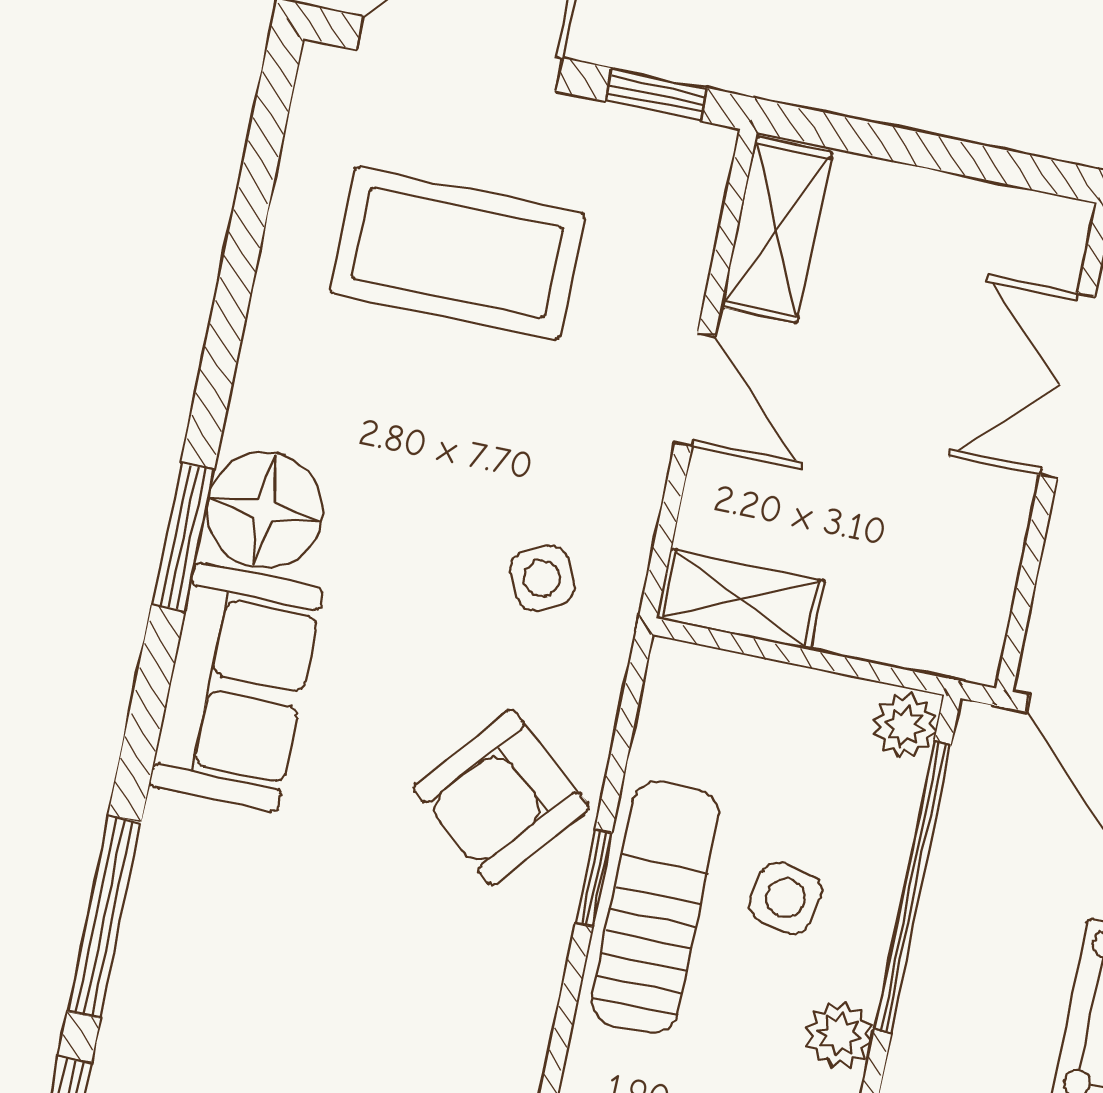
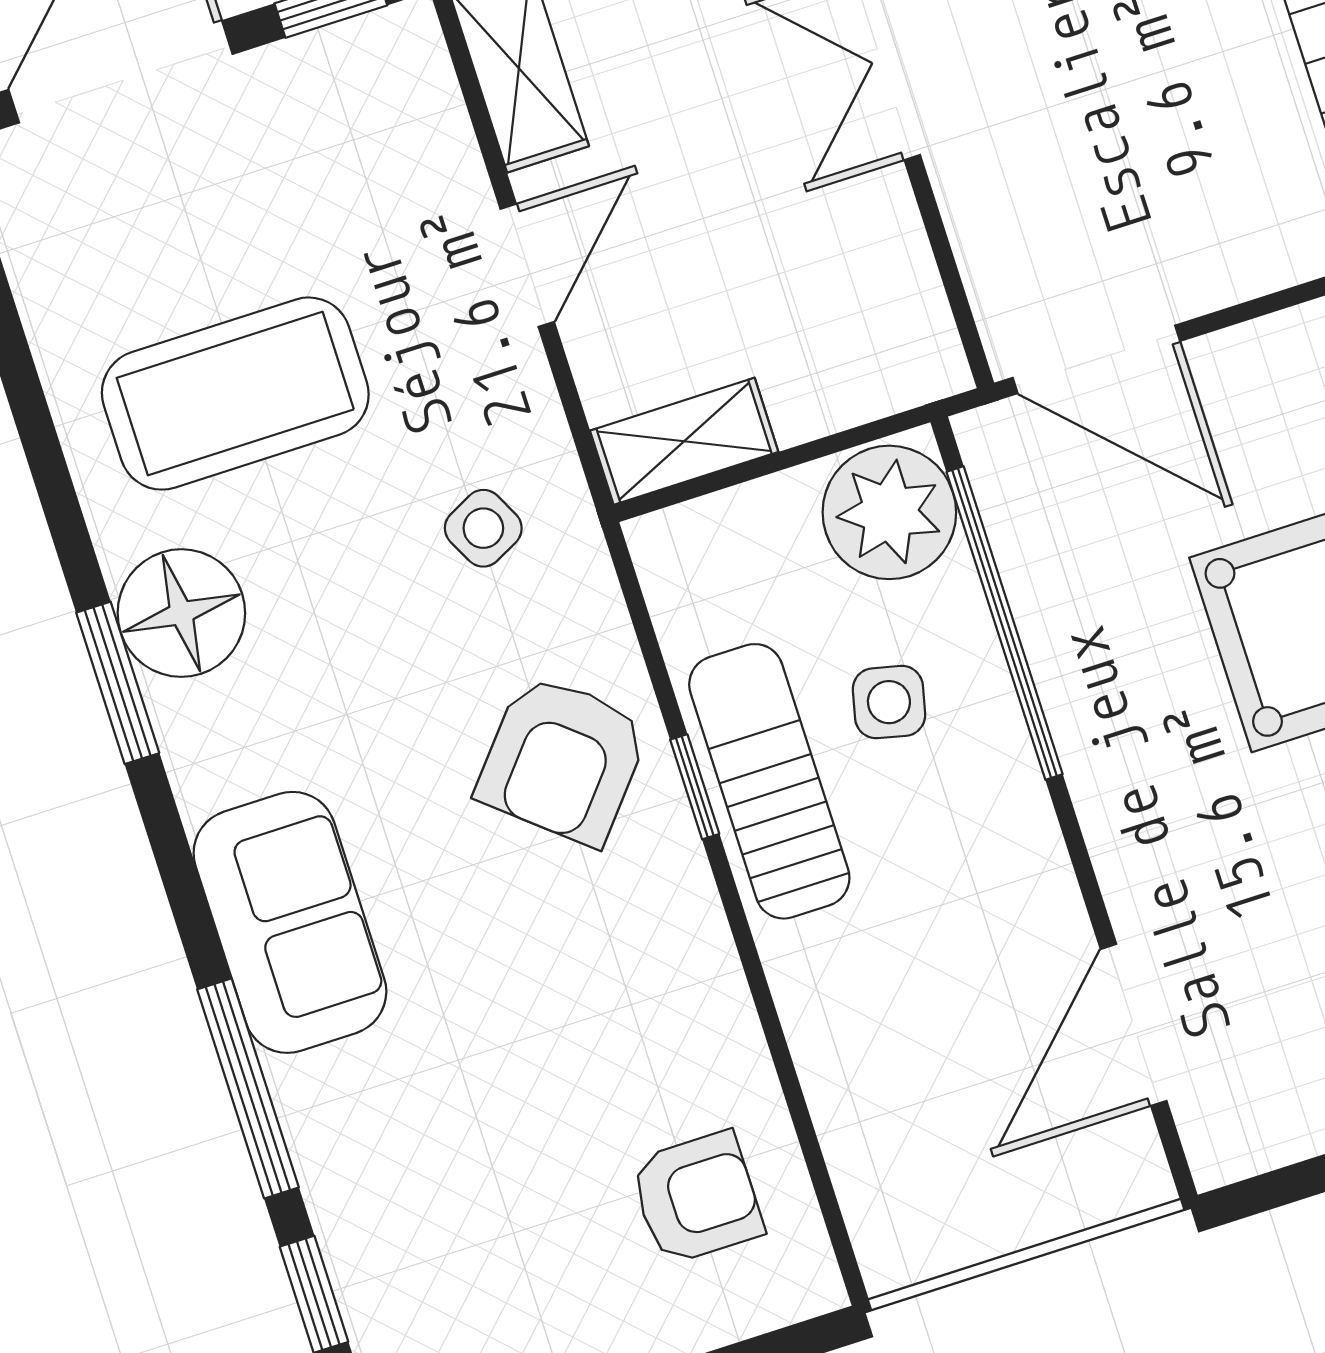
coffee table: (457, 253) -> (235, 394), moved
door: (695, 390) -> (527, 265), hinge flipped
sofa: (236, 687) -> (290, 922), moved
plant: (905, 726) -> (889, 512), width x1.88, depth x1.88
plant: (839, 1035) -> (1014, 804), removed

